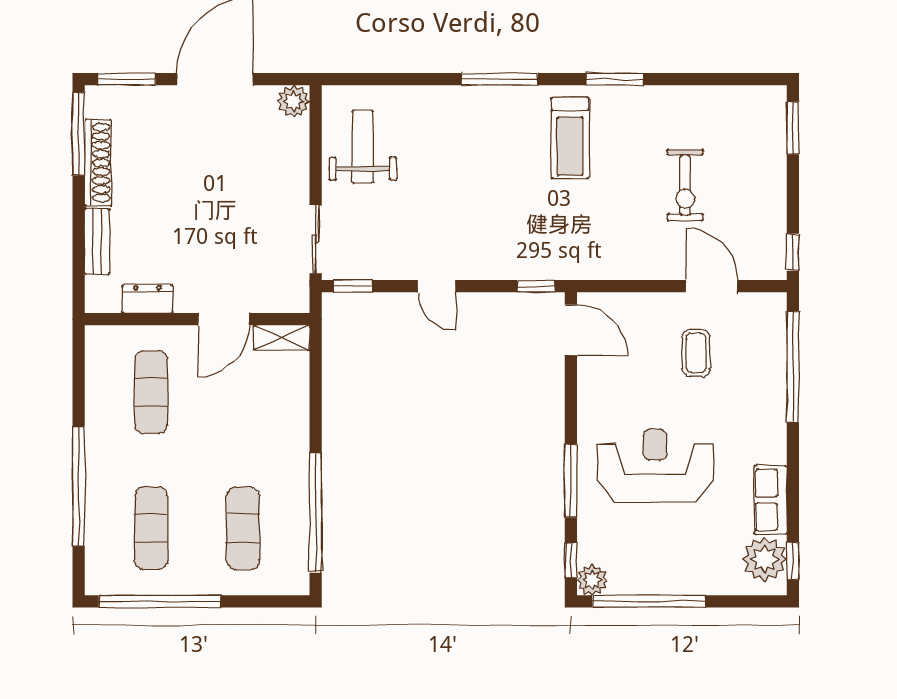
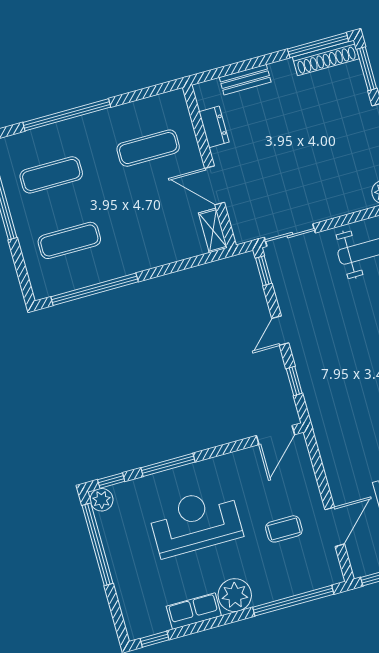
shoe rack: (98, 163) -> (326, 58), moved
window: (536, 286) -> (294, 381), moved
reception desk: (655, 466) -> (195, 522), turned -90
plant: (764, 559) -> (235, 595), moved

